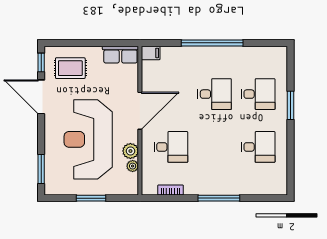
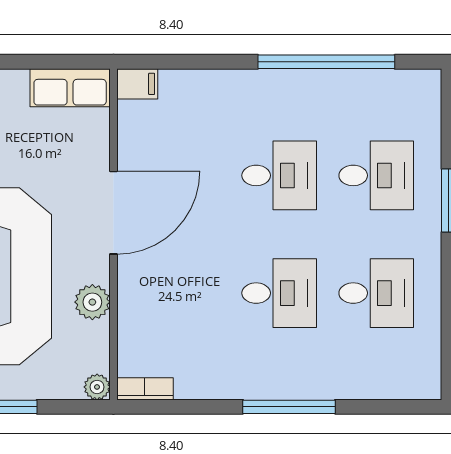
window: (212, 43) -> (326, 62), moved
desk: (171, 147) -> (279, 293), moved
plant: (133, 166) -> (97, 387), moved
bookcase: (171, 190) -> (145, 389), moved

